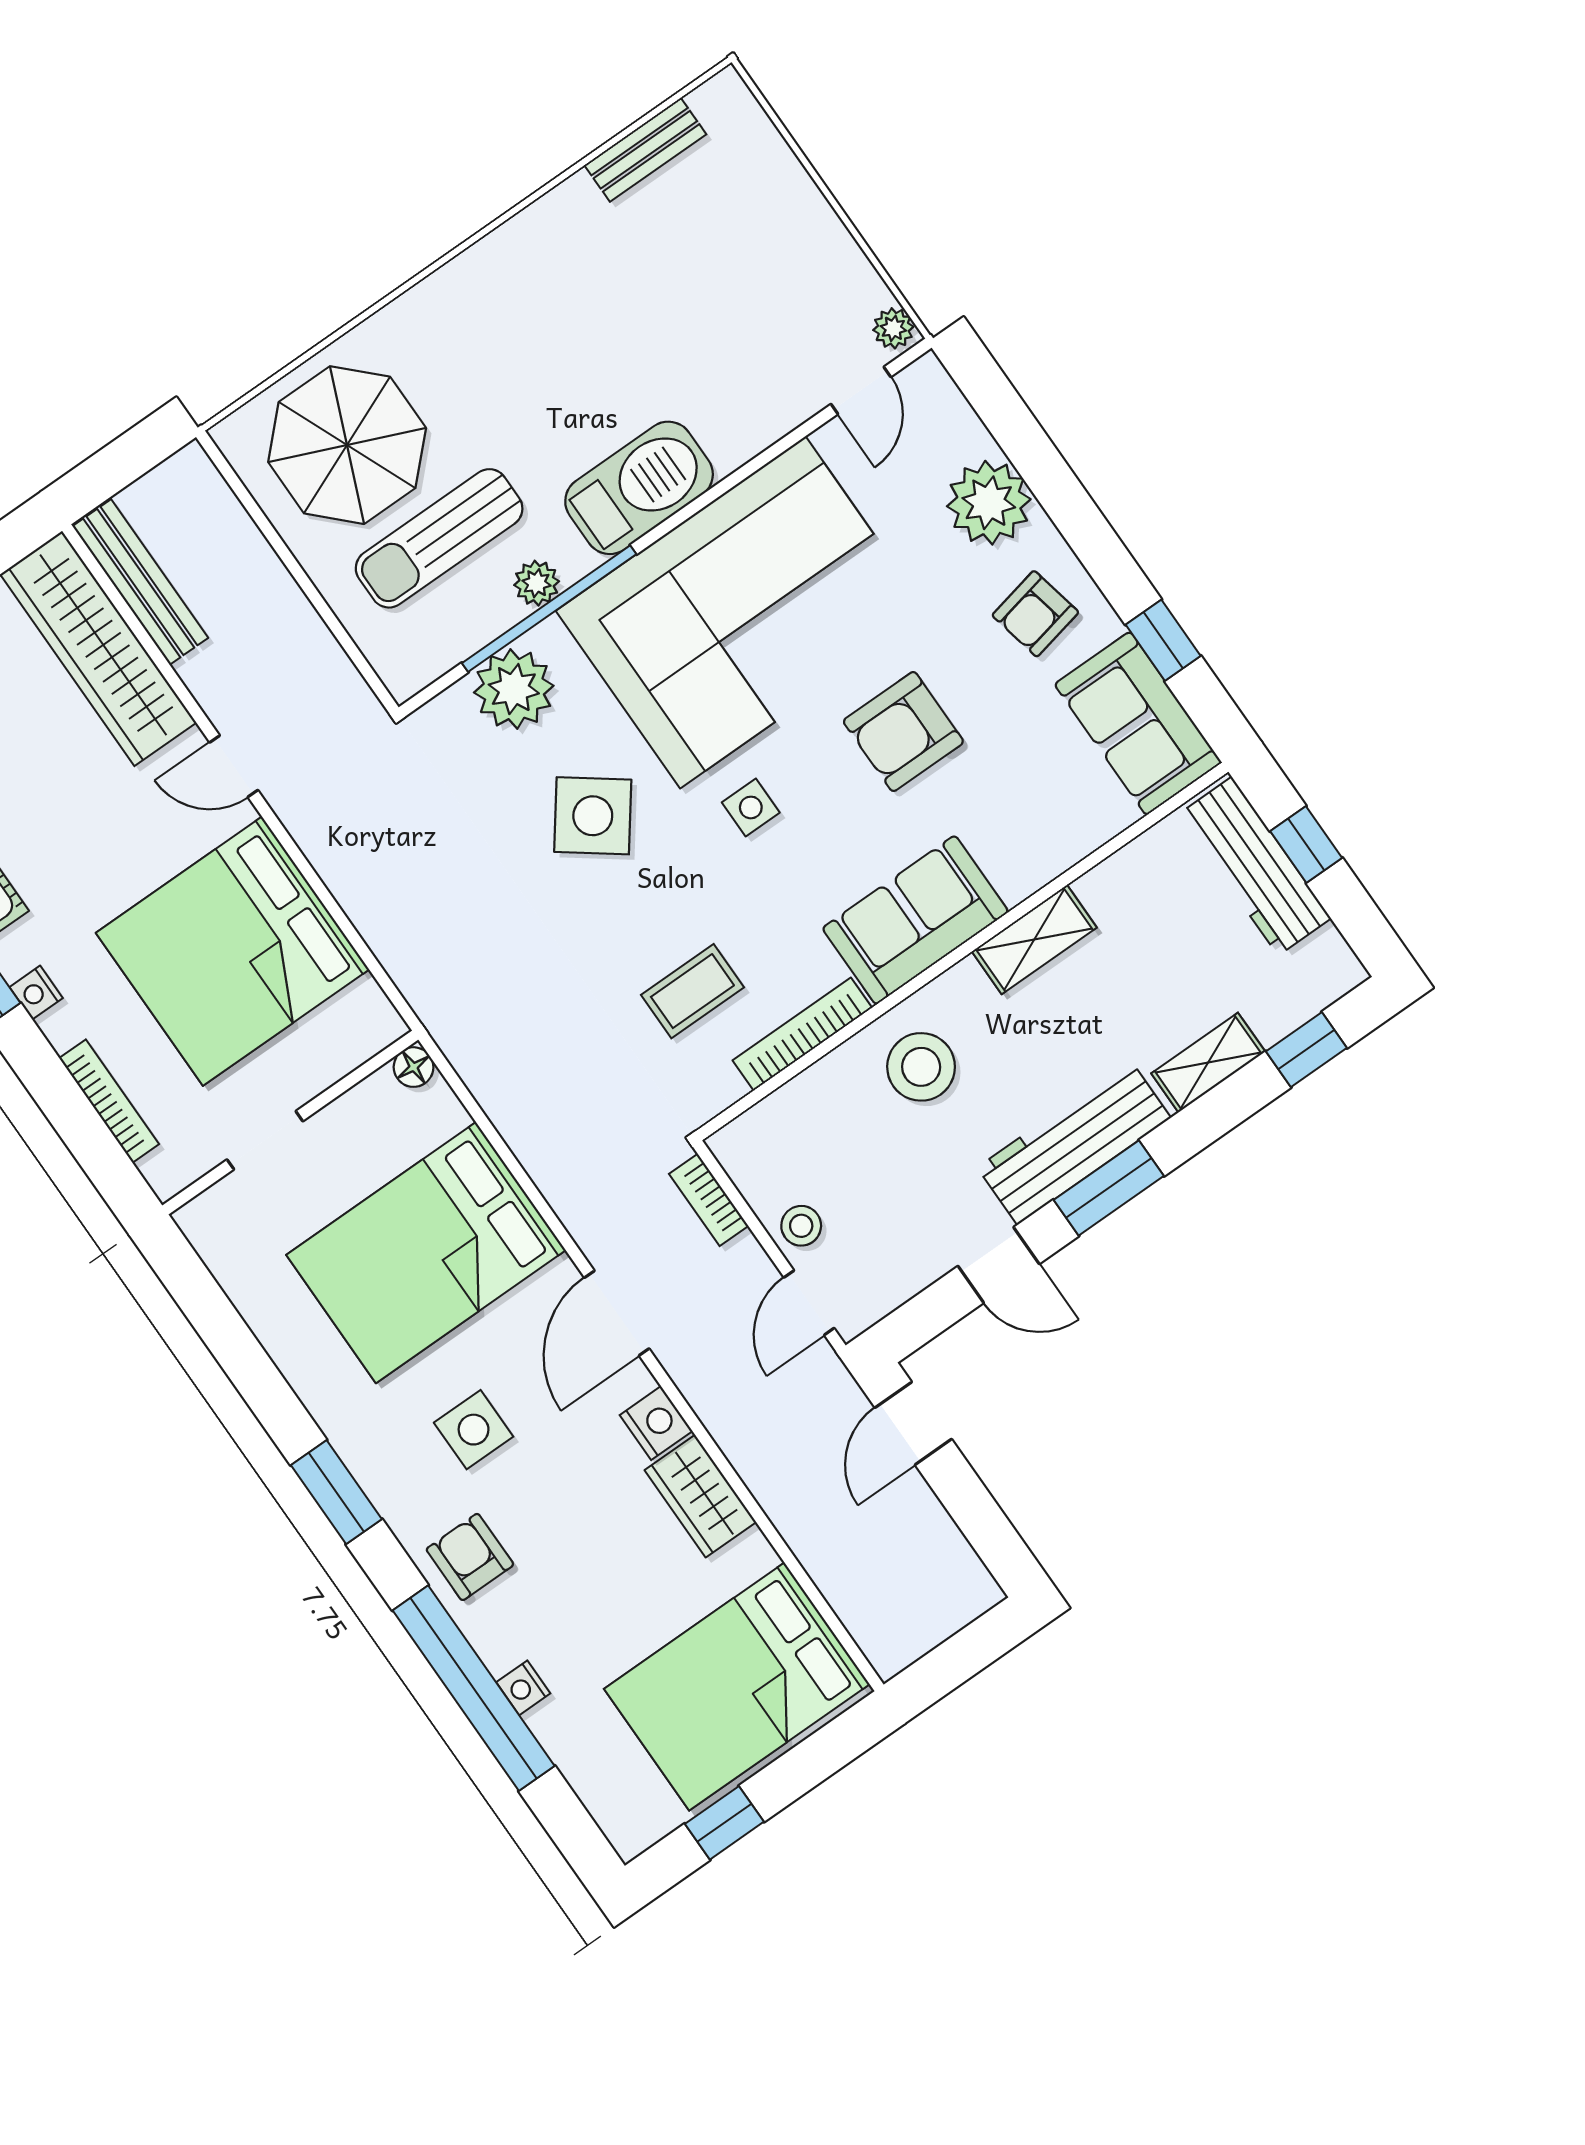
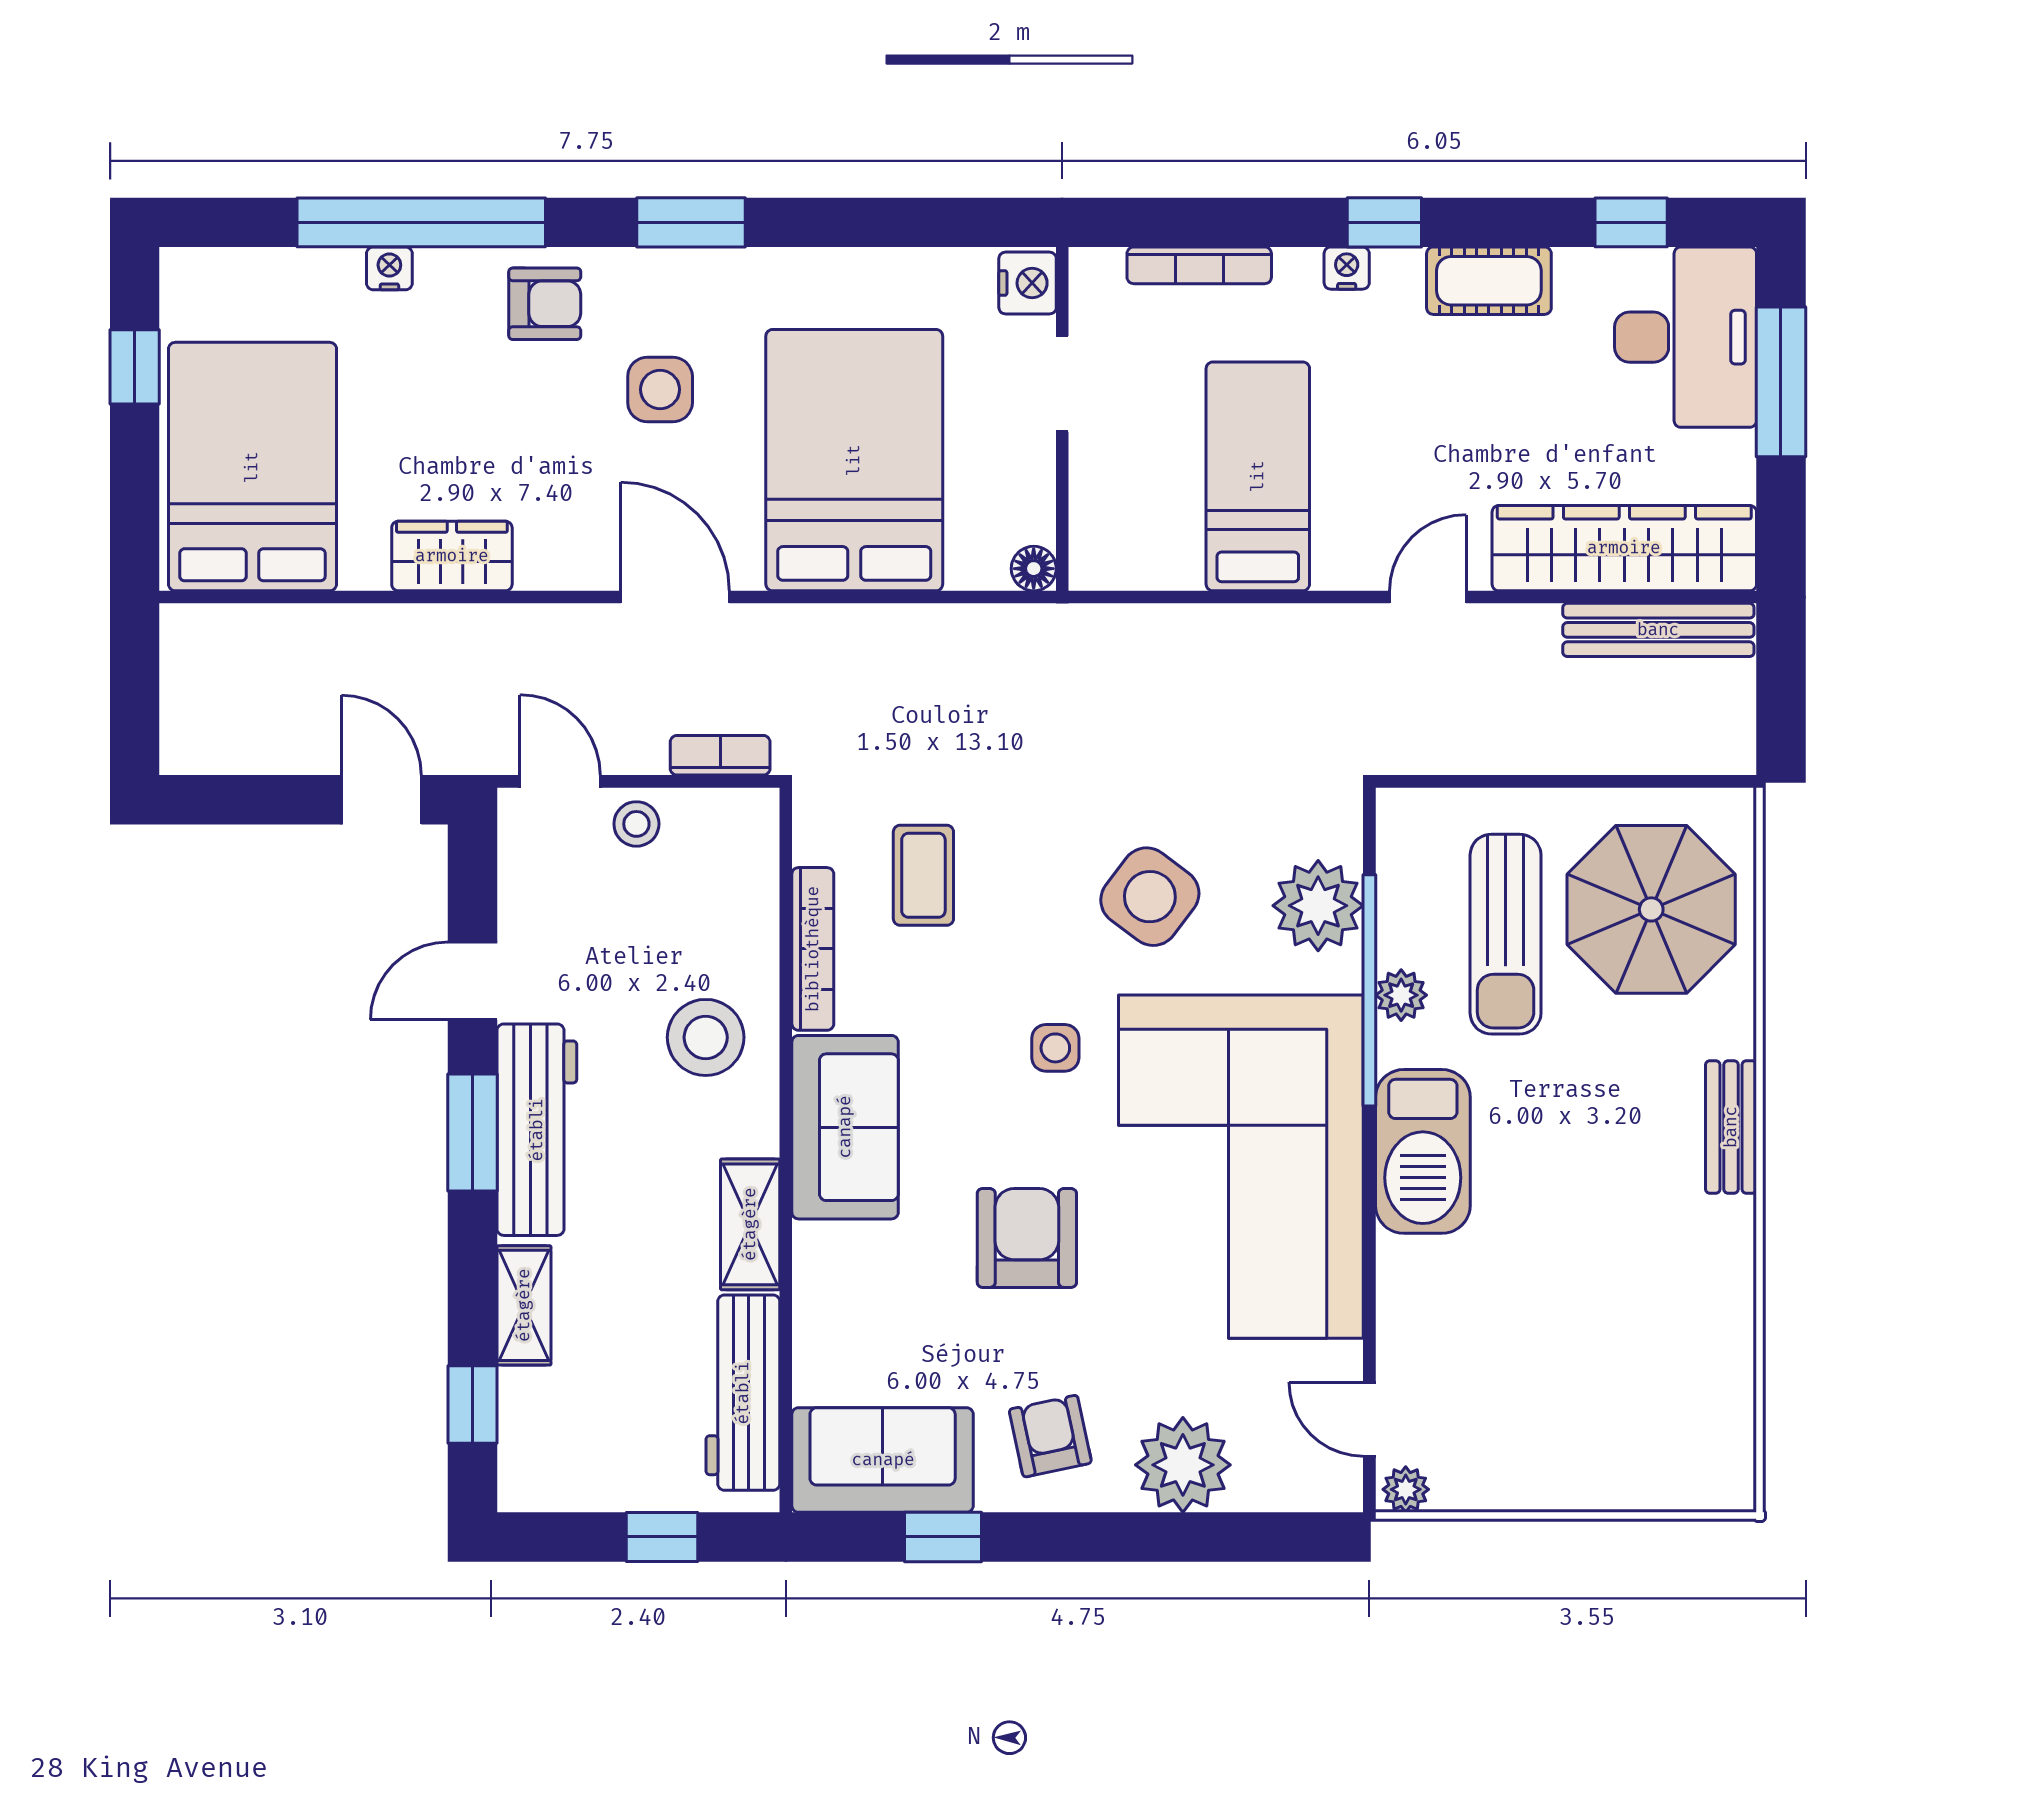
bench: (645, 150) -> (1731, 1127), moved
sun lounger: (439, 538) -> (1506, 934), turned 180
workbench: (1255, 866) -> (743, 1393), moved, turned -90
bed: (233, 951) -> (1258, 476), width x0.49
nightstand: (656, 1423) -> (1028, 283), moved, turned -90

